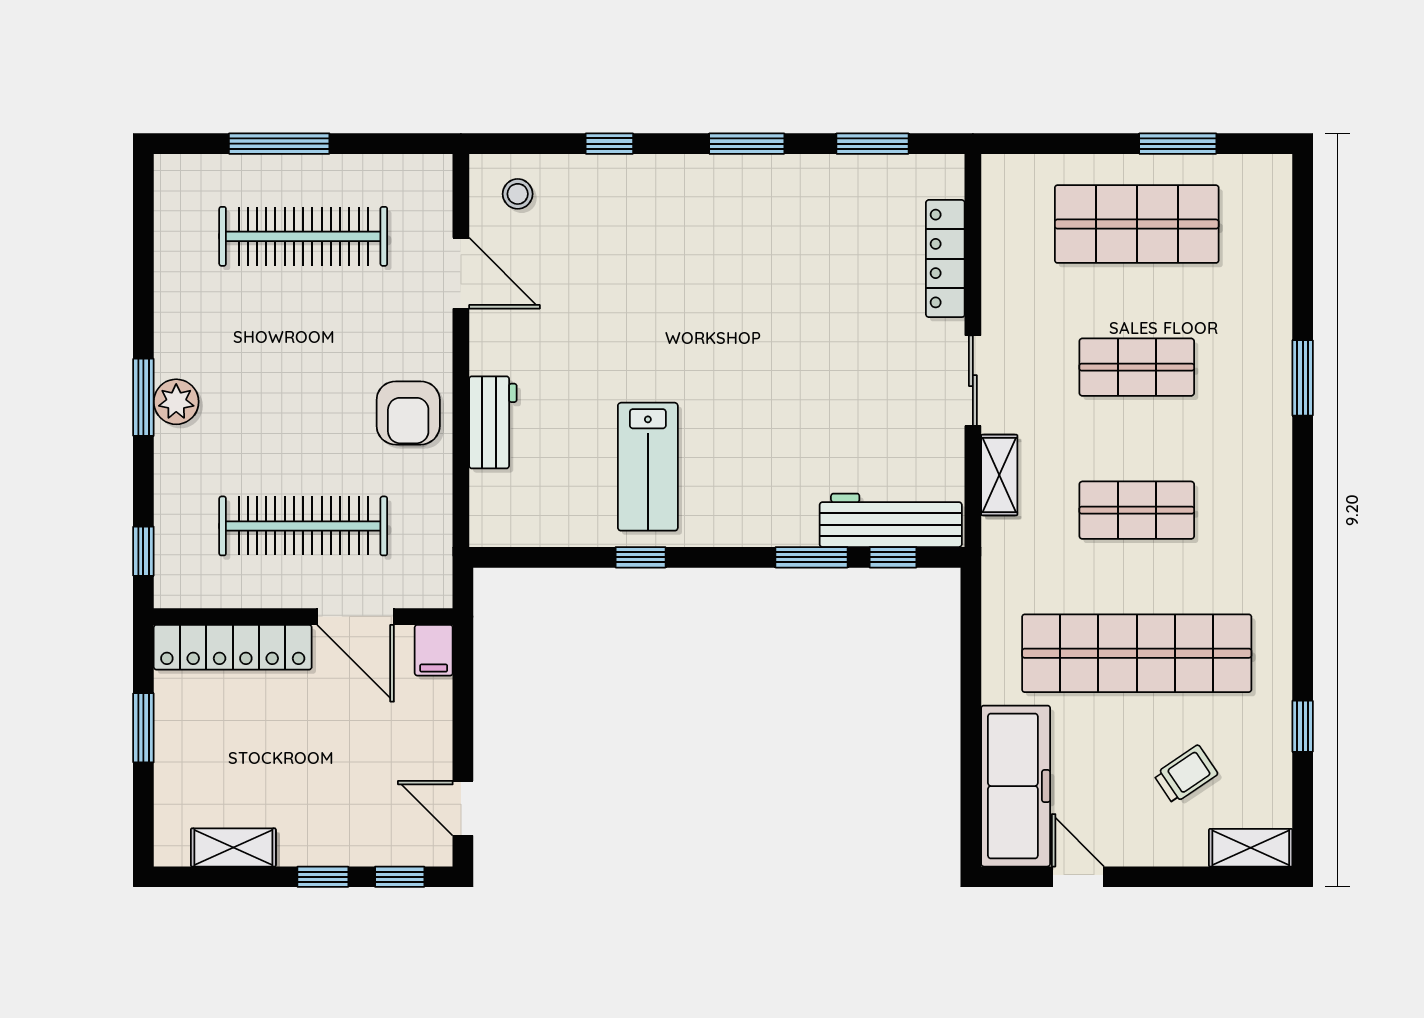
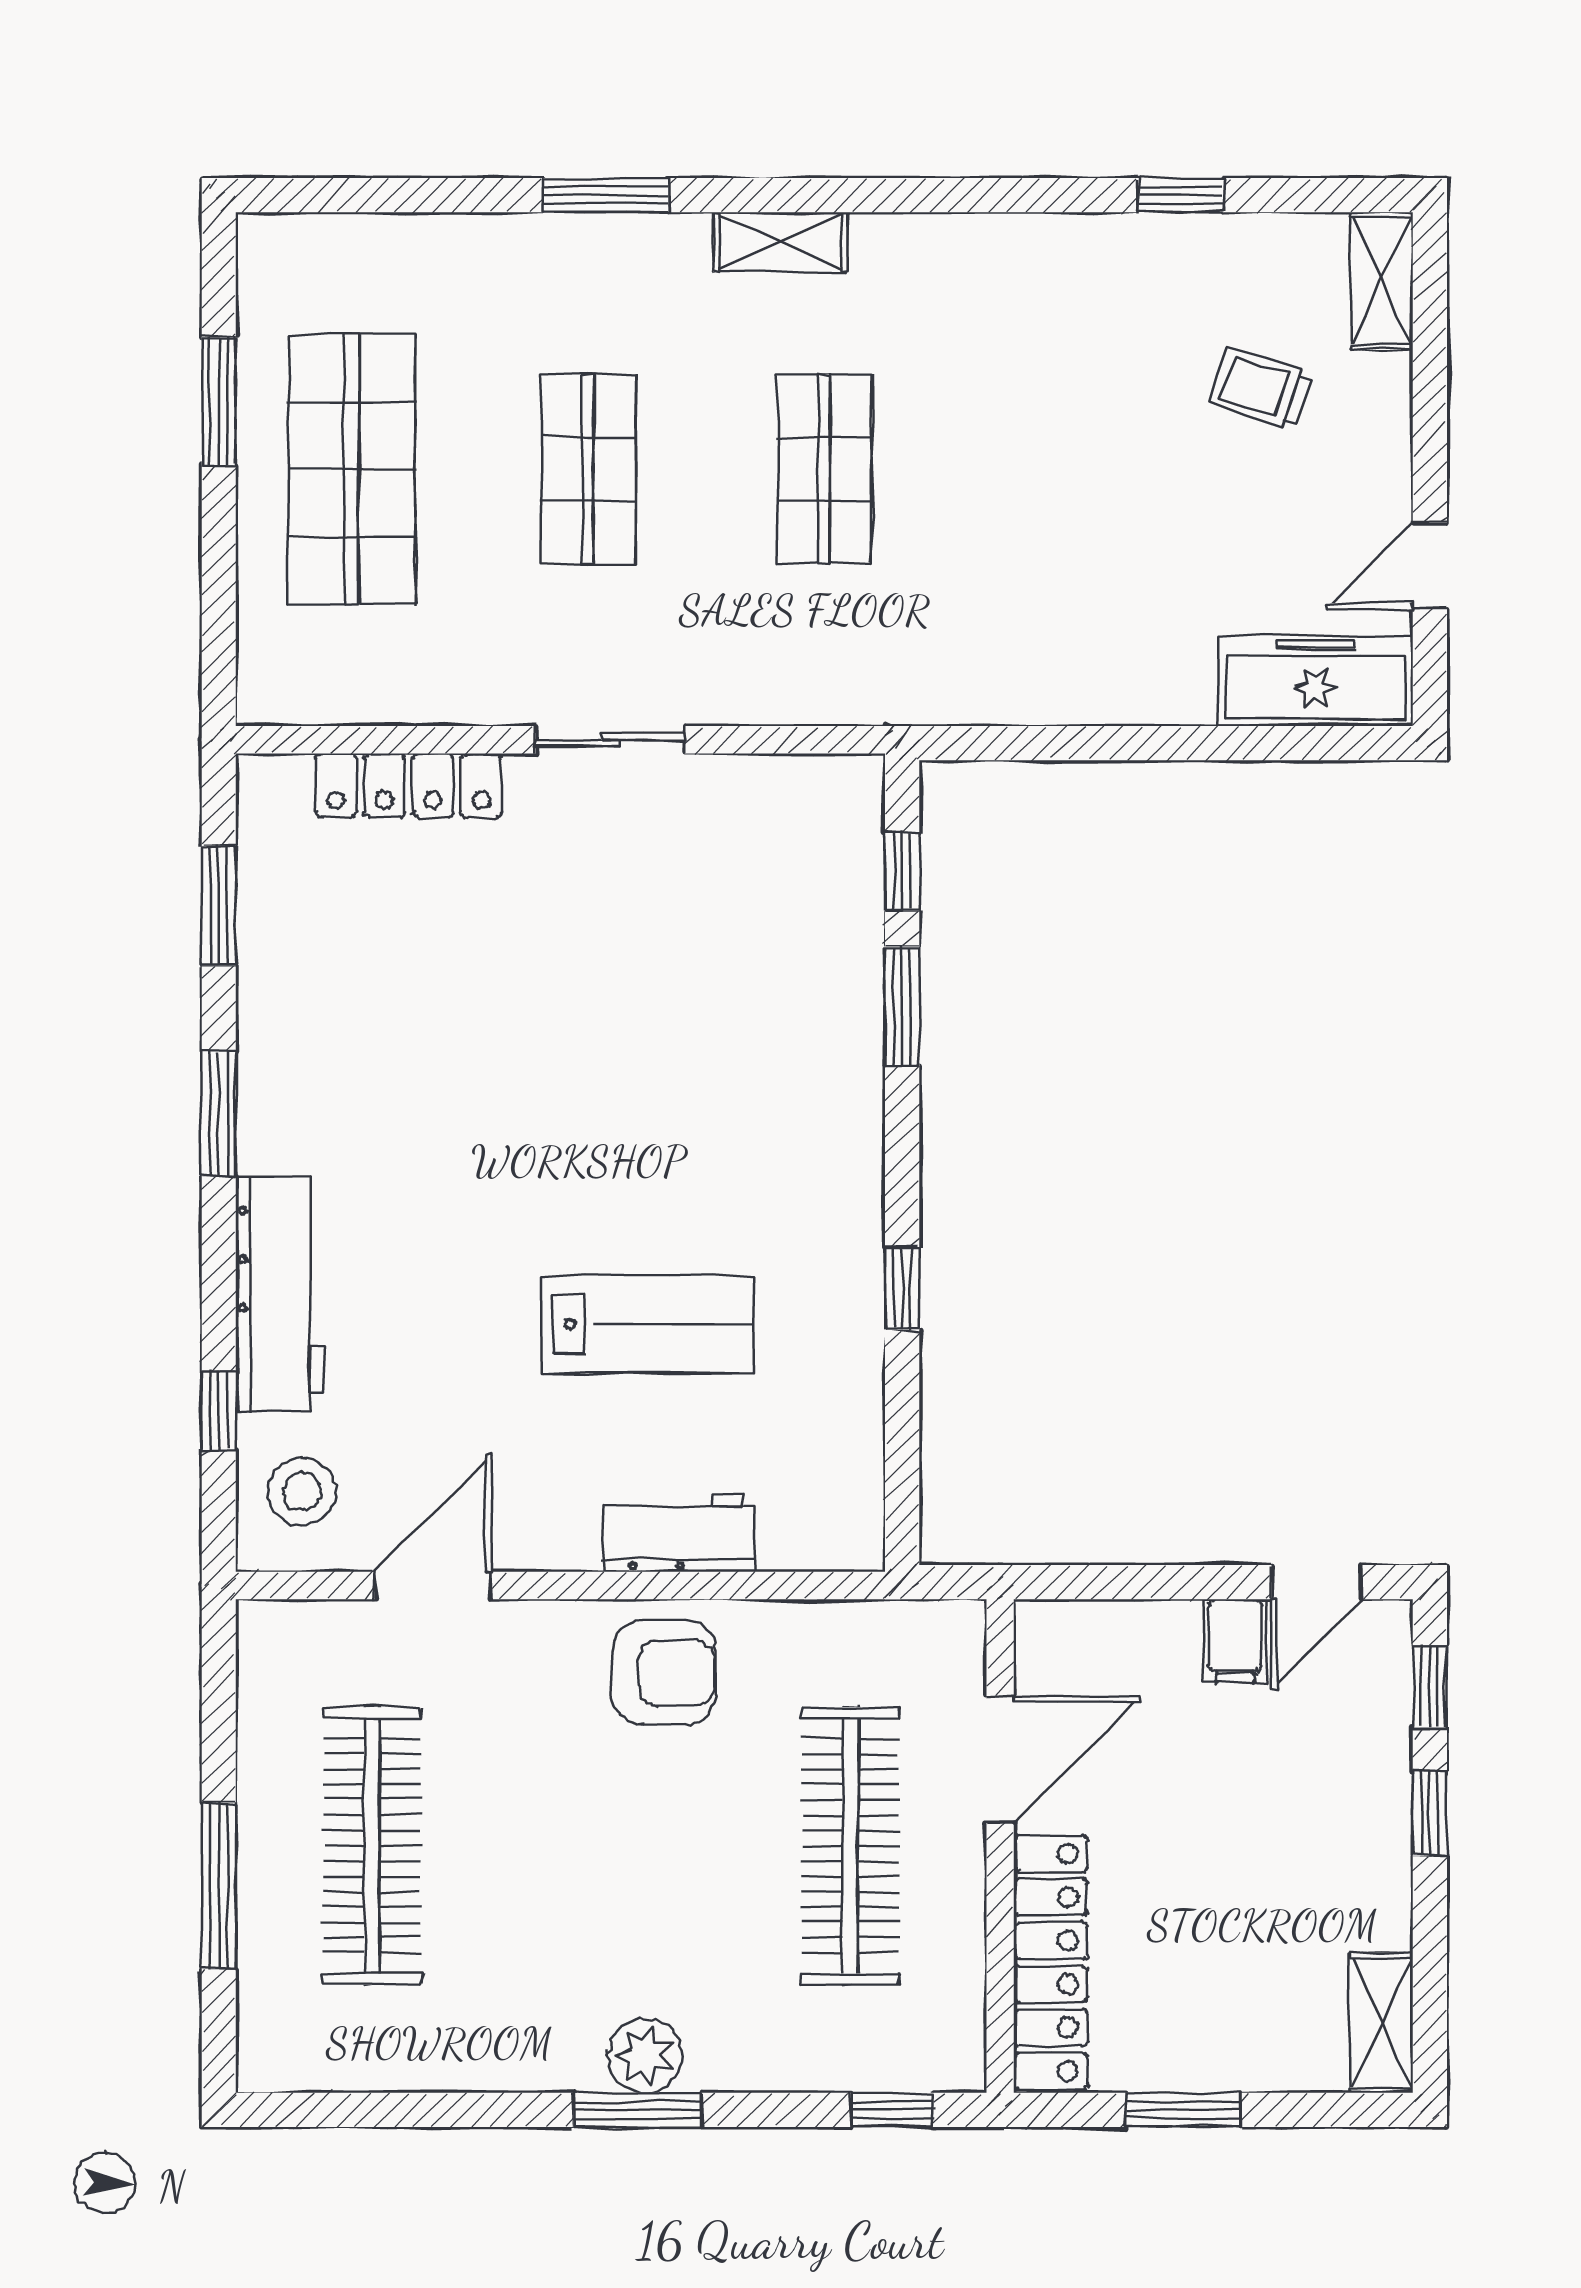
window: (609, 144) -> (219, 1411), moved
stool: (518, 194) -> (302, 1492), width x1.37, depth x1.37
lab bench: (648, 467) -> (648, 1324), moved
shelving: (999, 475) -> (780, 242), moved
workbench: (891, 520) -> (280, 1295), moved, turned 180
filing cabinet: (434, 650) -> (1235, 1641), moved, turned 90
shop shelf: (1137, 653) -> (1061, 469), removed
trolley: (1186, 774) -> (1261, 388), turned -38
freezer: (1016, 786) -> (1315, 681), width x0.73, depth x0.79
shelving: (233, 847) -> (1381, 2023), moved

